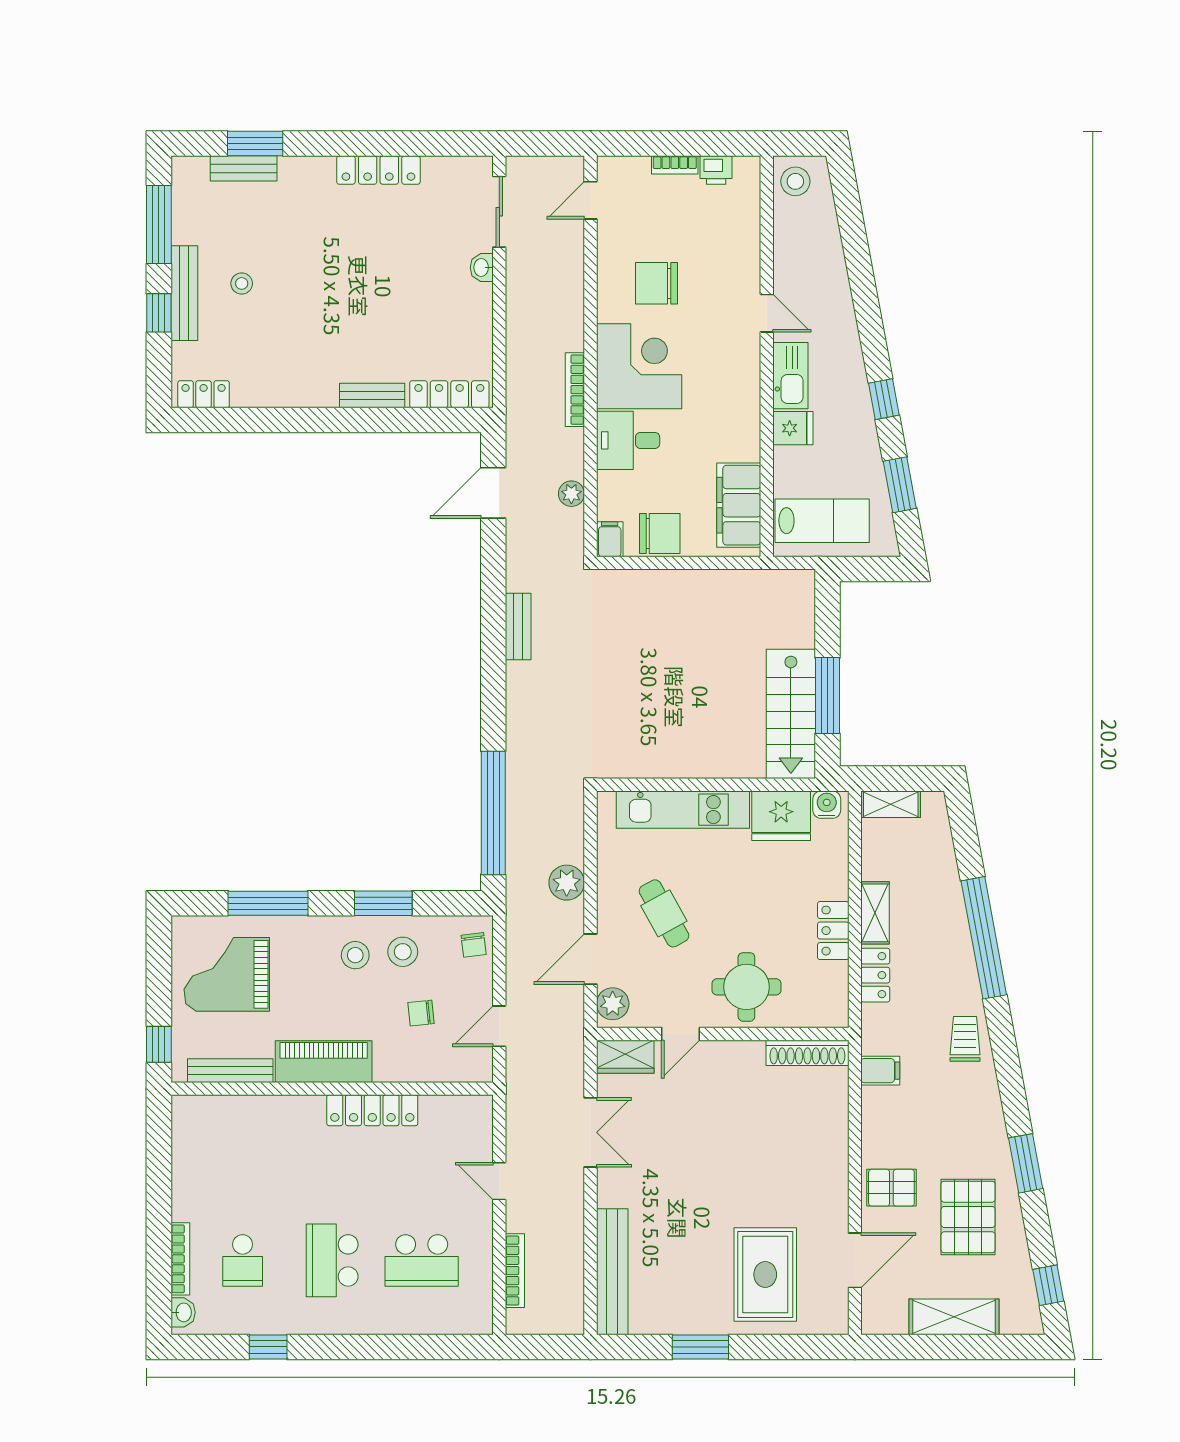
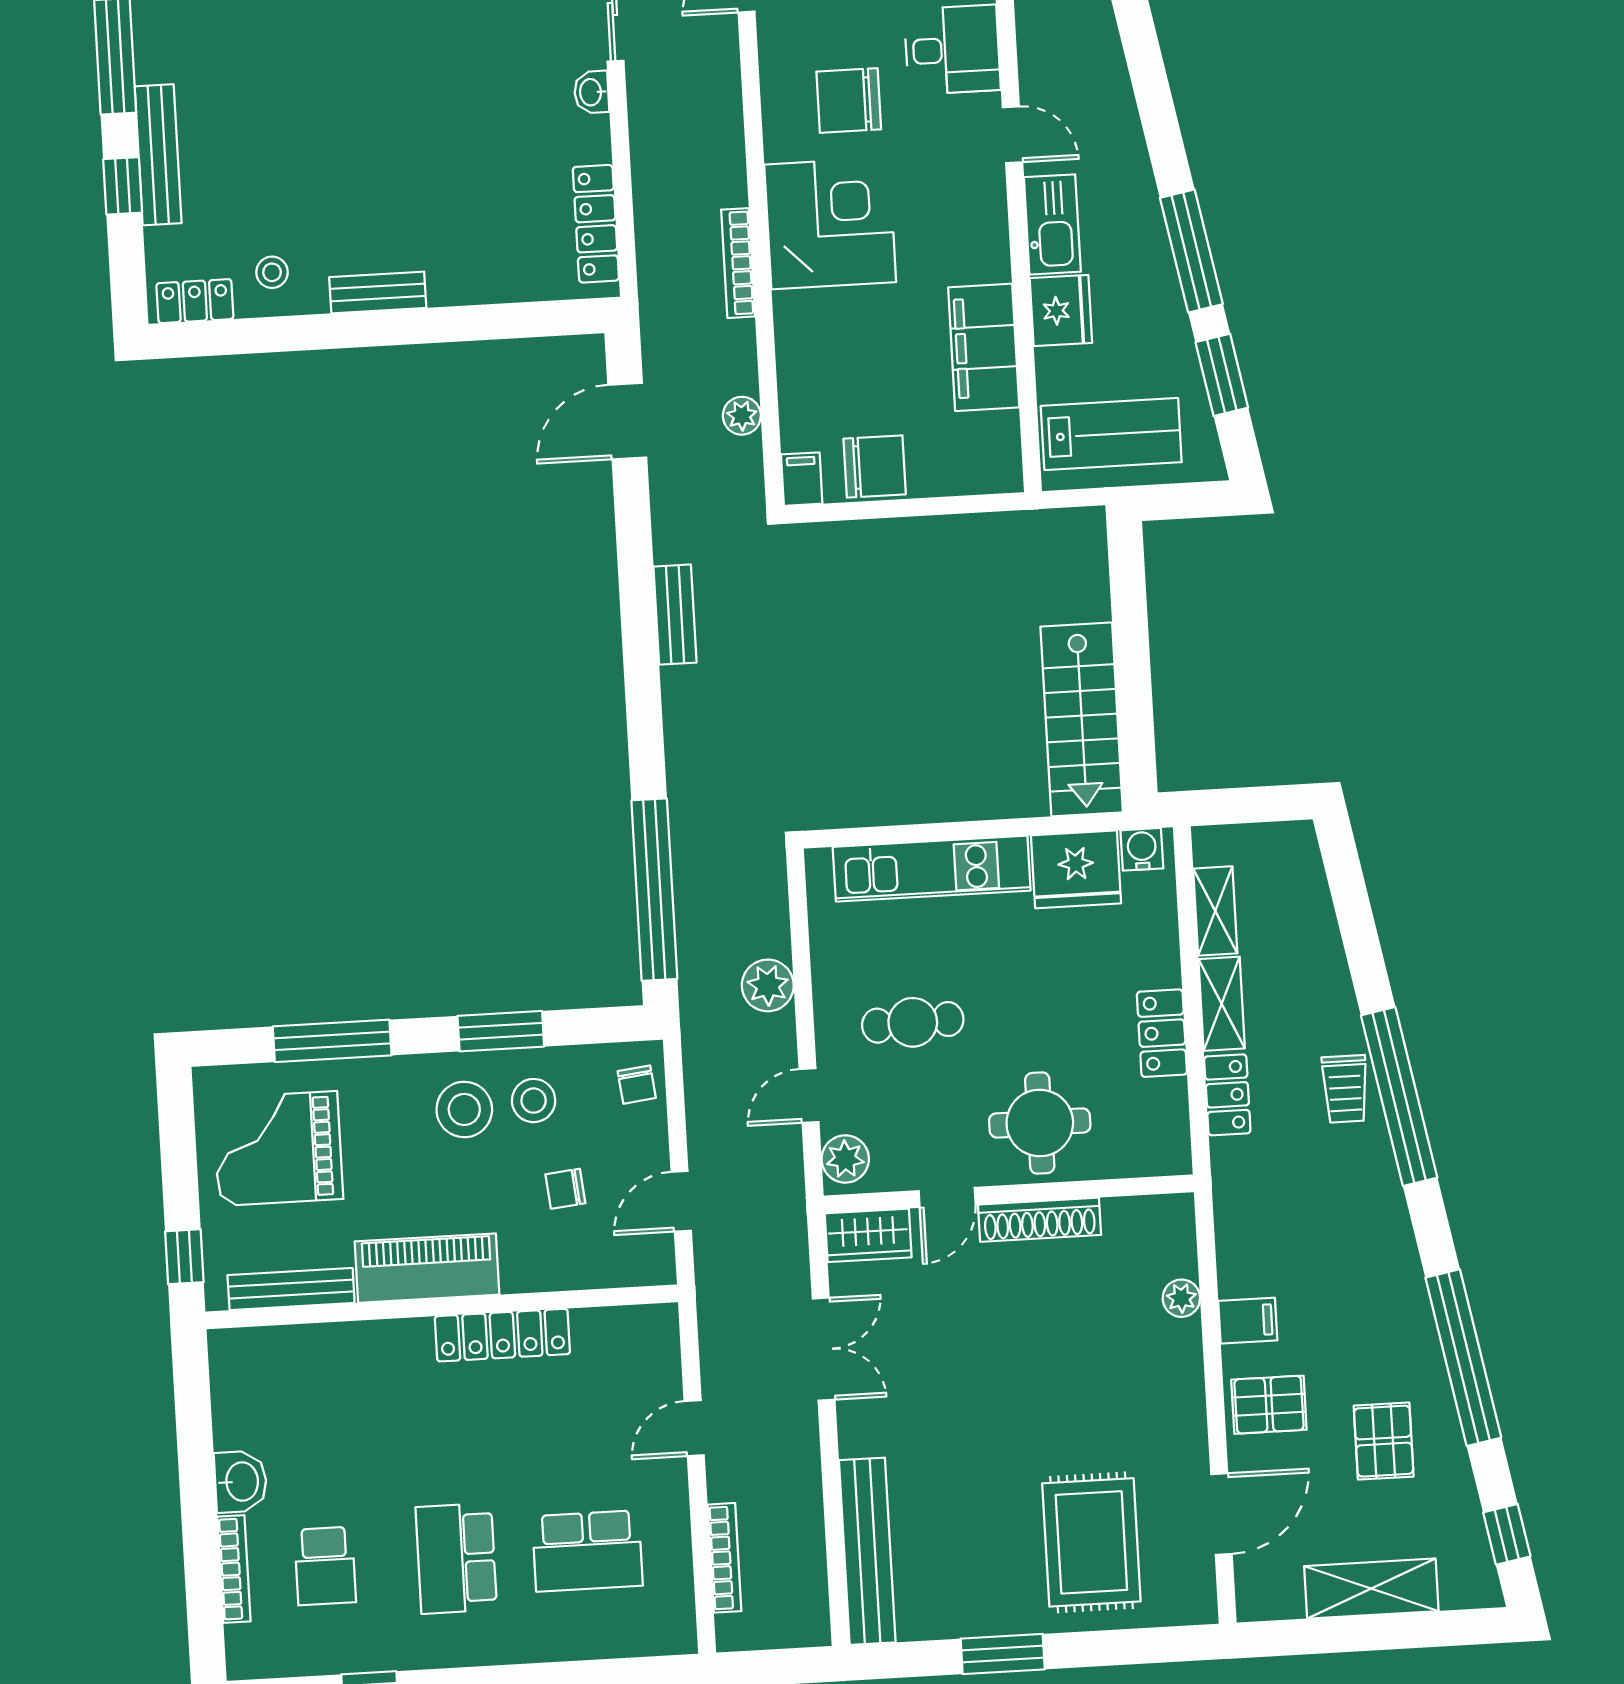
stool: (242, 283) -> (272, 272), moved
locker: (449, 394) -> (596, 224), moved, turned -90
bench: (372, 395) -> (378, 292), moved
window: (884, 399) -> (1191, 251), width x2.17
fridge: (793, 428) -> (1061, 311), width x1.38
desk: (628, 440) -> (952, 50), moved, turned 180
filing cabinet: (739, 505) -> (984, 347), moved
window: (827, 696) -> (1134, 690), removed
shelving: (891, 804) -> (1215, 911), moved, turned 90
cafe table: (664, 913) -> (913, 1022), turned -63
window: (984, 938) -> (1399, 1097), moved
stool: (355, 955) -> (464, 1109), width x1.38, depth x1.38
door: (590, 959) -> (809, 1095), width x0.73
trolley: (965, 1039) -> (1345, 1089), moved, turned 180
shoe rack: (807, 1053) -> (1040, 1220), moved
filing cabinet: (880, 1071) -> (1248, 1321), moved
plant: (836, 1112) -> (1181, 1298), added
window: (1026, 1163) -> (1463, 1358), width x2.11
door: (499, 1181) -> (694, 1428), hinge flipped
pallet: (968, 1217) -> (1384, 1441), width x0.67, depth x0.71
washbasin: (183, 1312) -> (241, 1482), moved, width x1.38, depth x1.45

